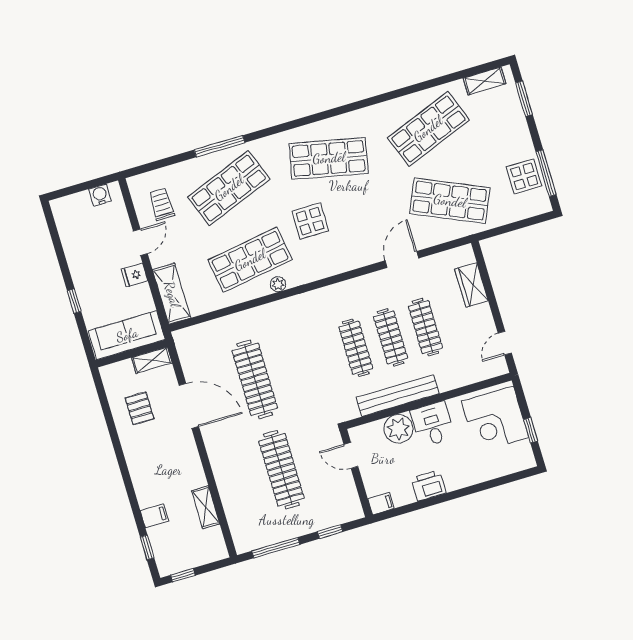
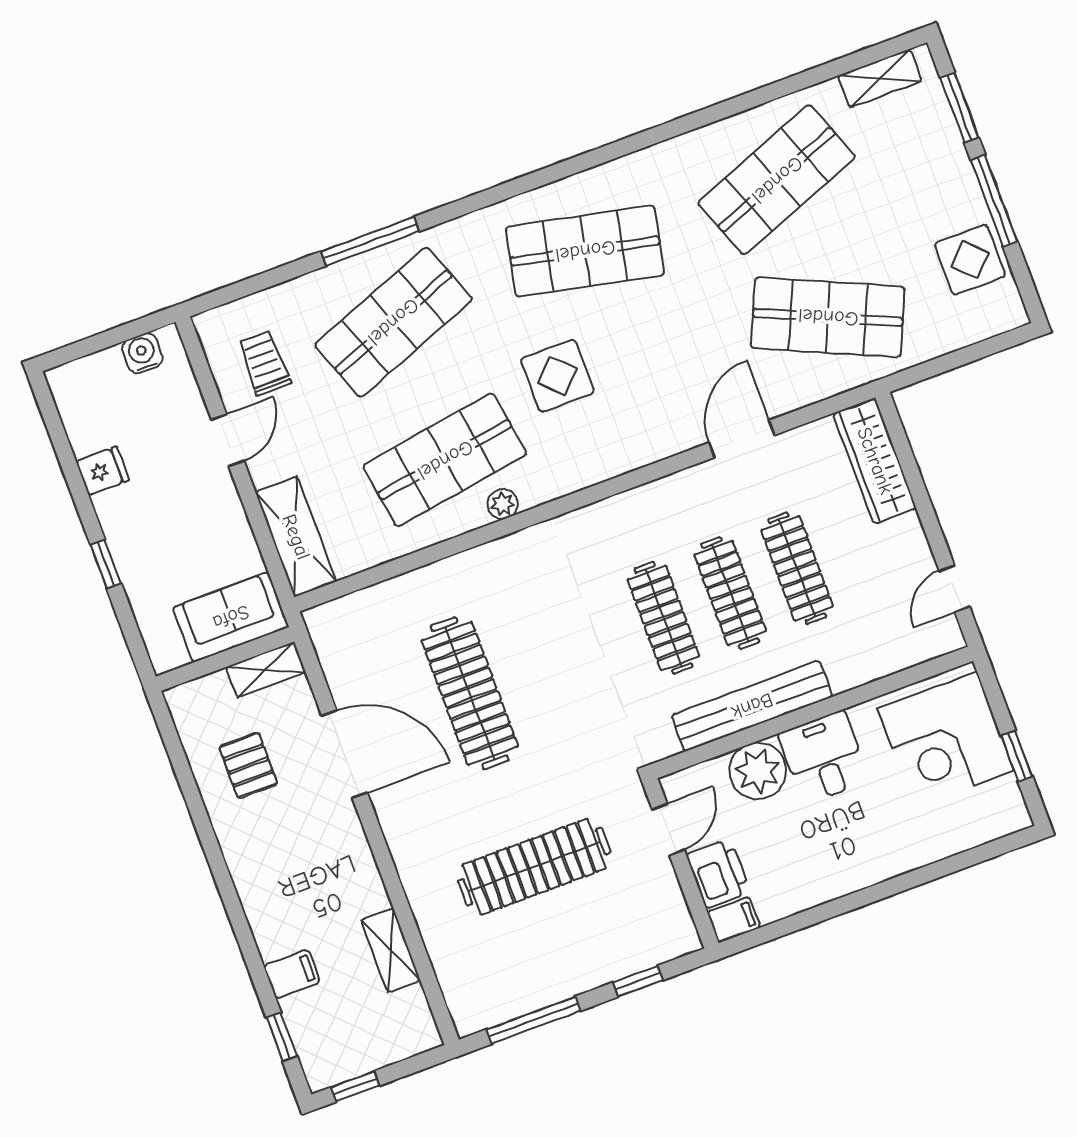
window: (546, 173) -> (994, 201), moved
fridge: (134, 275) -> (103, 471), moved, turned 180
wardrobe: (471, 285) -> (875, 461), width x1.50
sofa: (127, 335) -> (231, 617), width x0.73
door: (351, 455) -> (668, 829), swing flipped
clothes rail: (281, 470) -> (534, 867), turned 90
printer: (429, 486) -> (718, 873), moved, turned 90

